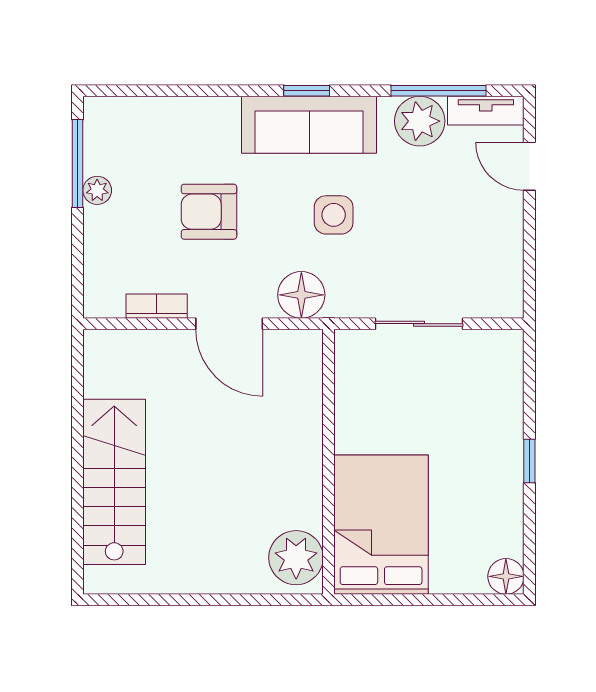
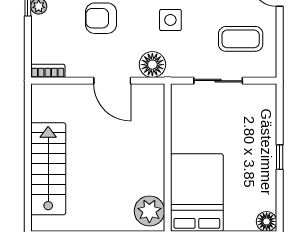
coffee table: (460, 249) -> (241, 39), added
bookcase: (157, 306) -> (48, 71), moved

